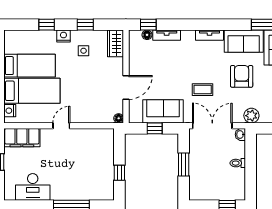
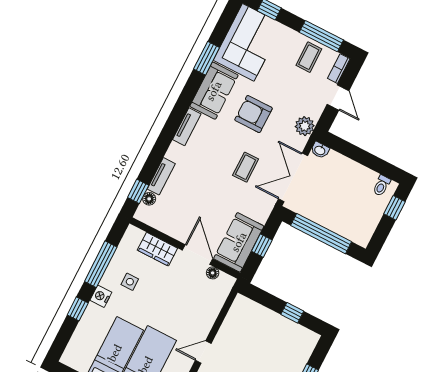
window: (85, 25) -> (101, 264), width x2.17
wardrobe: (116, 43) -> (157, 249), moved
sofa: (163, 111) -> (239, 242), moved
floor lamp: (119, 118) -> (213, 273), moved
door: (61, 126) -> (203, 352), hinge flipped
toilet: (238, 163) -> (382, 186), moved
window: (184, 165) -> (321, 234), width x2.11

